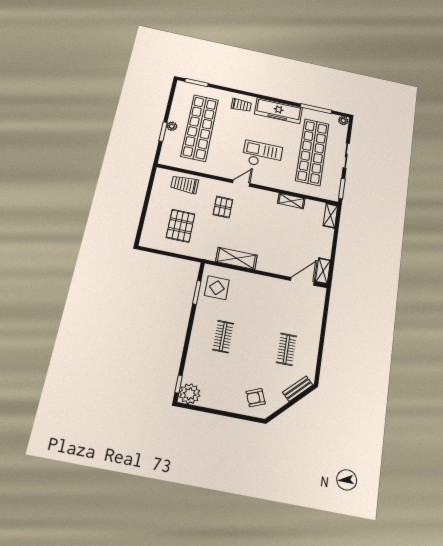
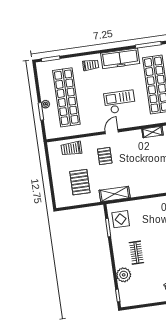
shelving: (236, 258) -> (115, 194), moved
plant: (190, 394) -> (124, 275), moved

